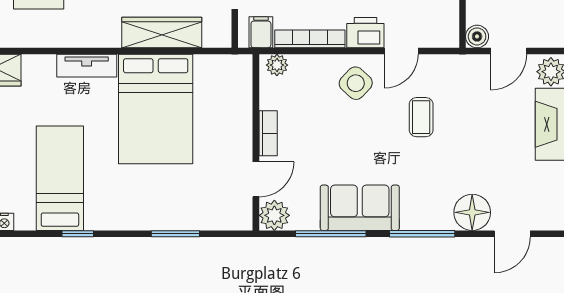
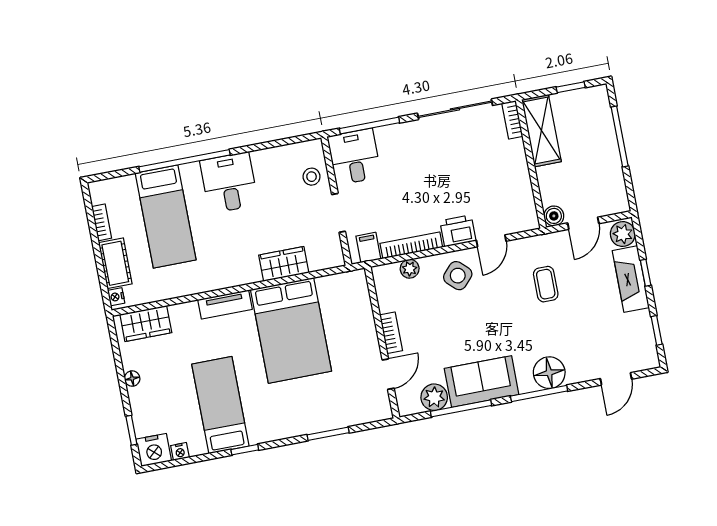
wardrobe: (162, 32) -> (284, 264), width x0.67
plant: (277, 65) -> (410, 269), moved
coffee table: (421, 117) -> (546, 284), moved
floor lamp: (472, 212) -> (549, 373), moved
plant: (274, 215) -> (434, 397), moved

